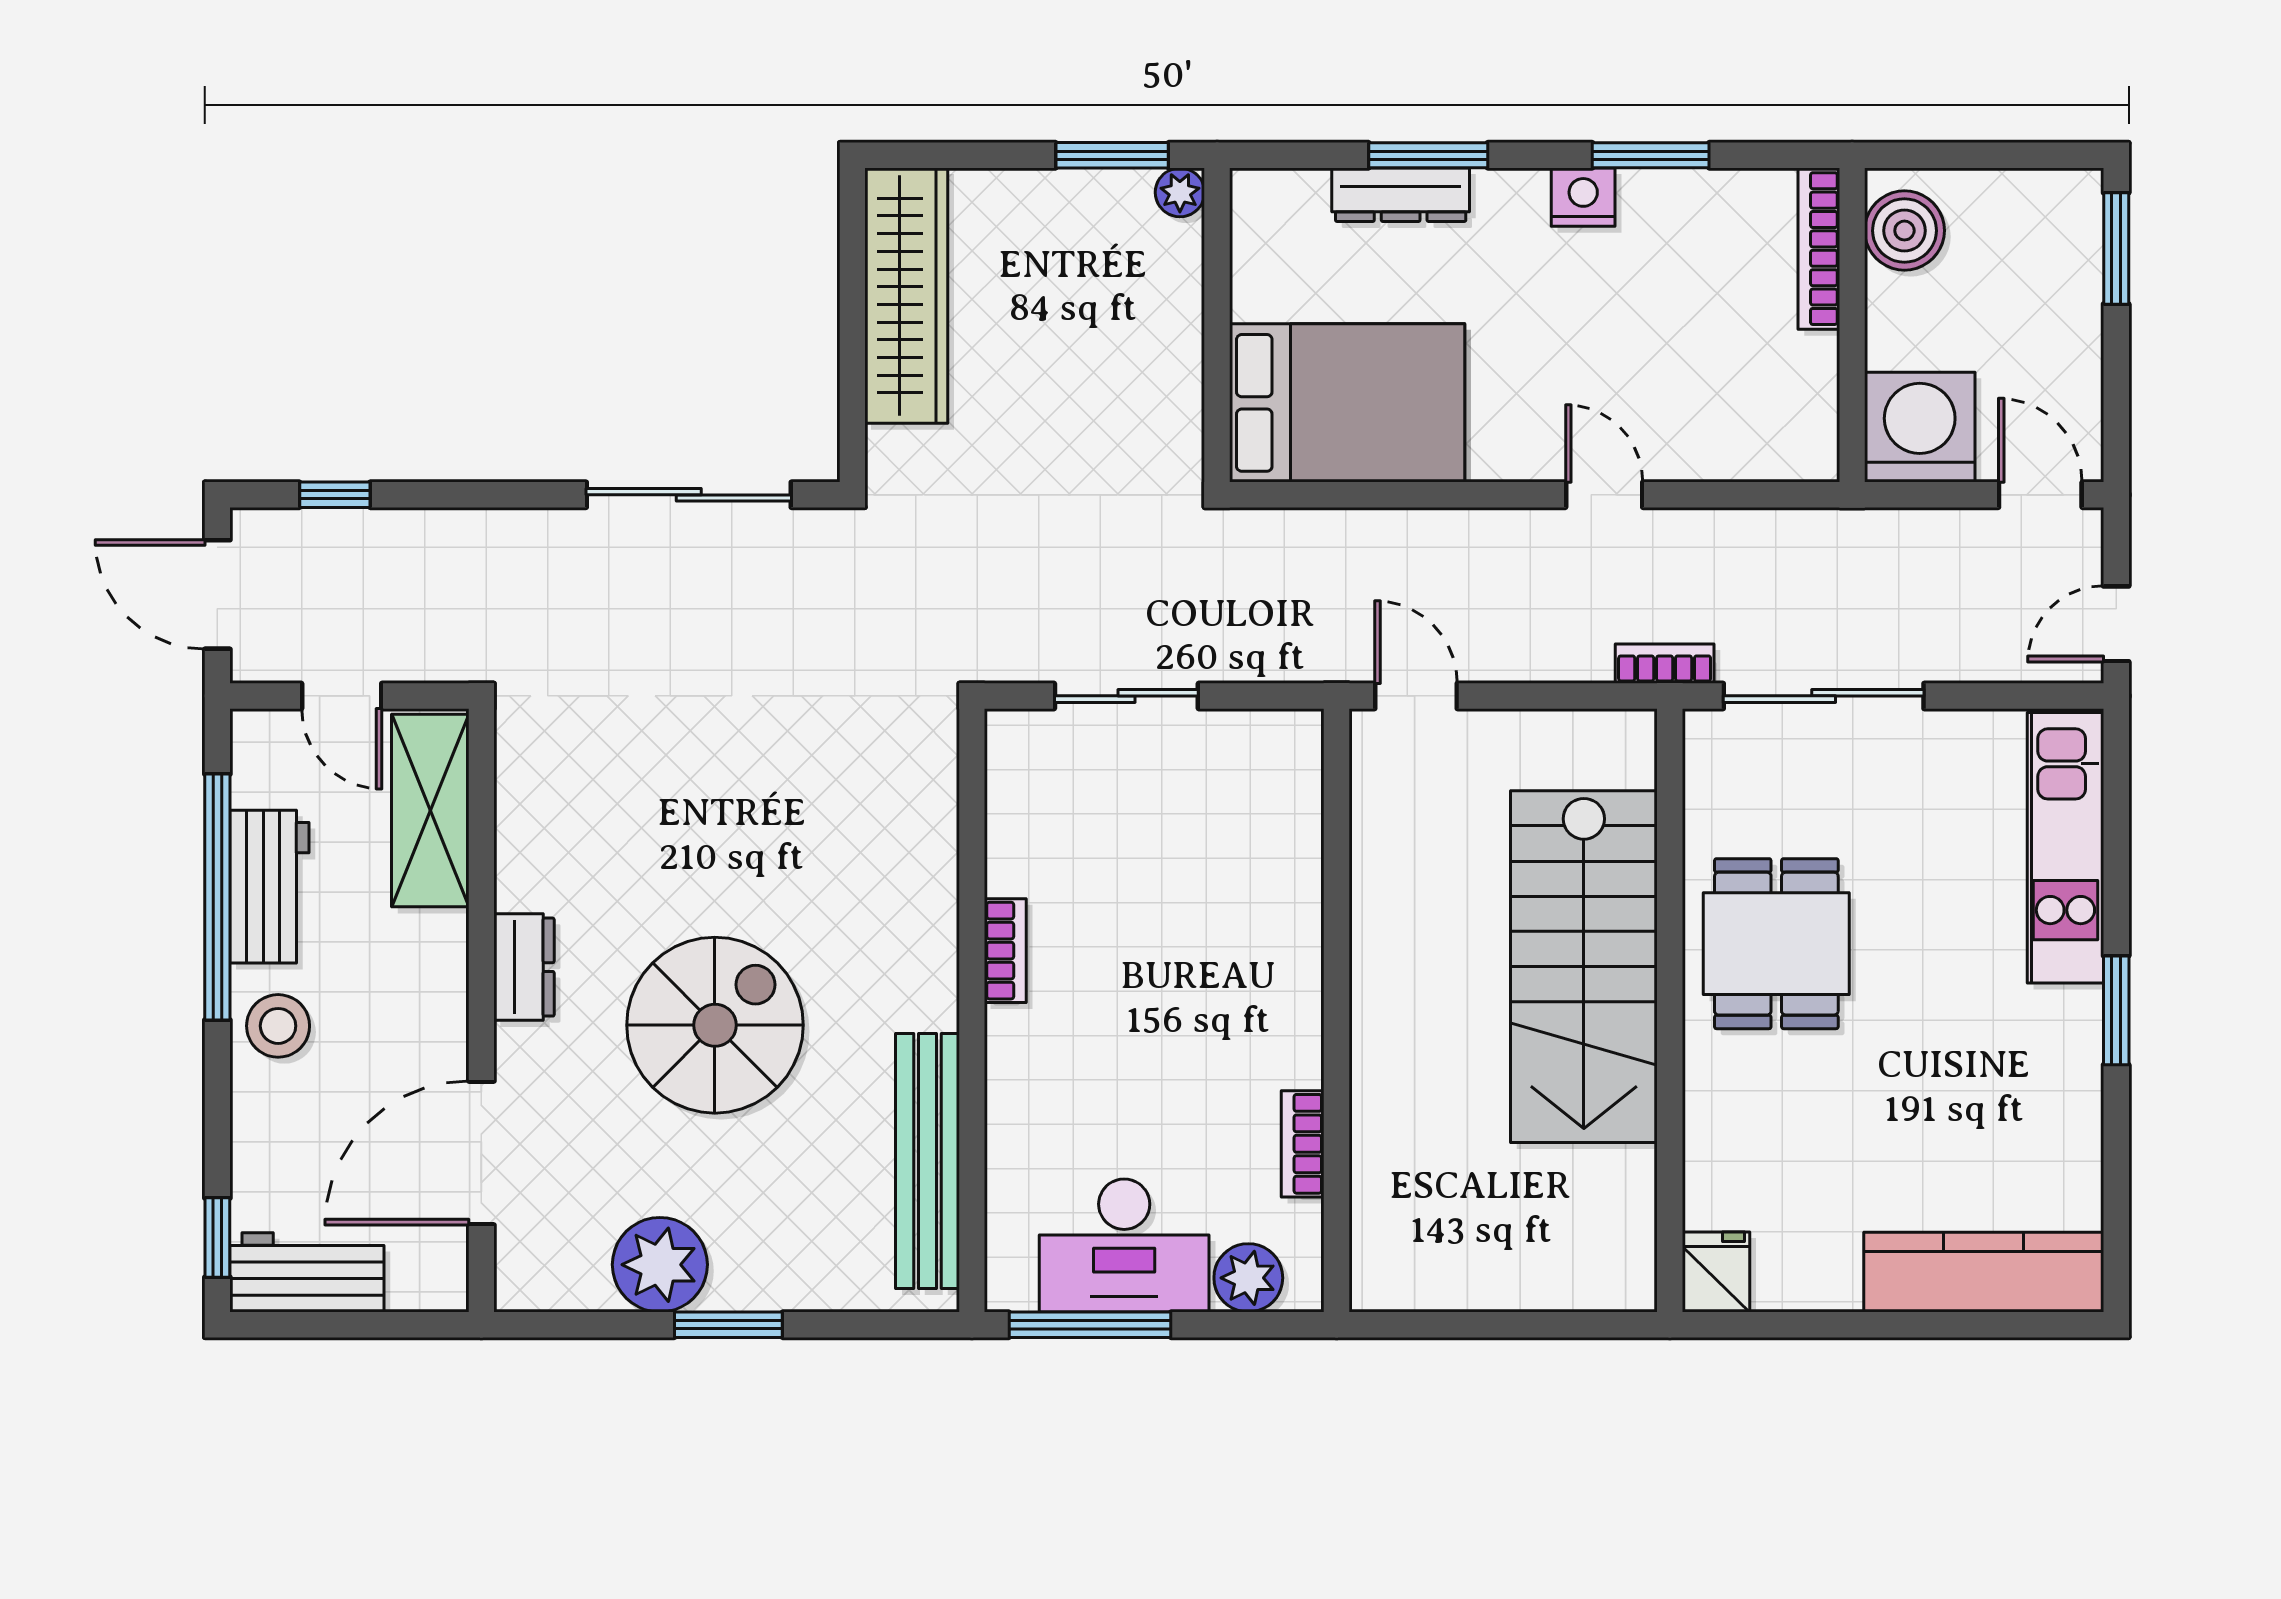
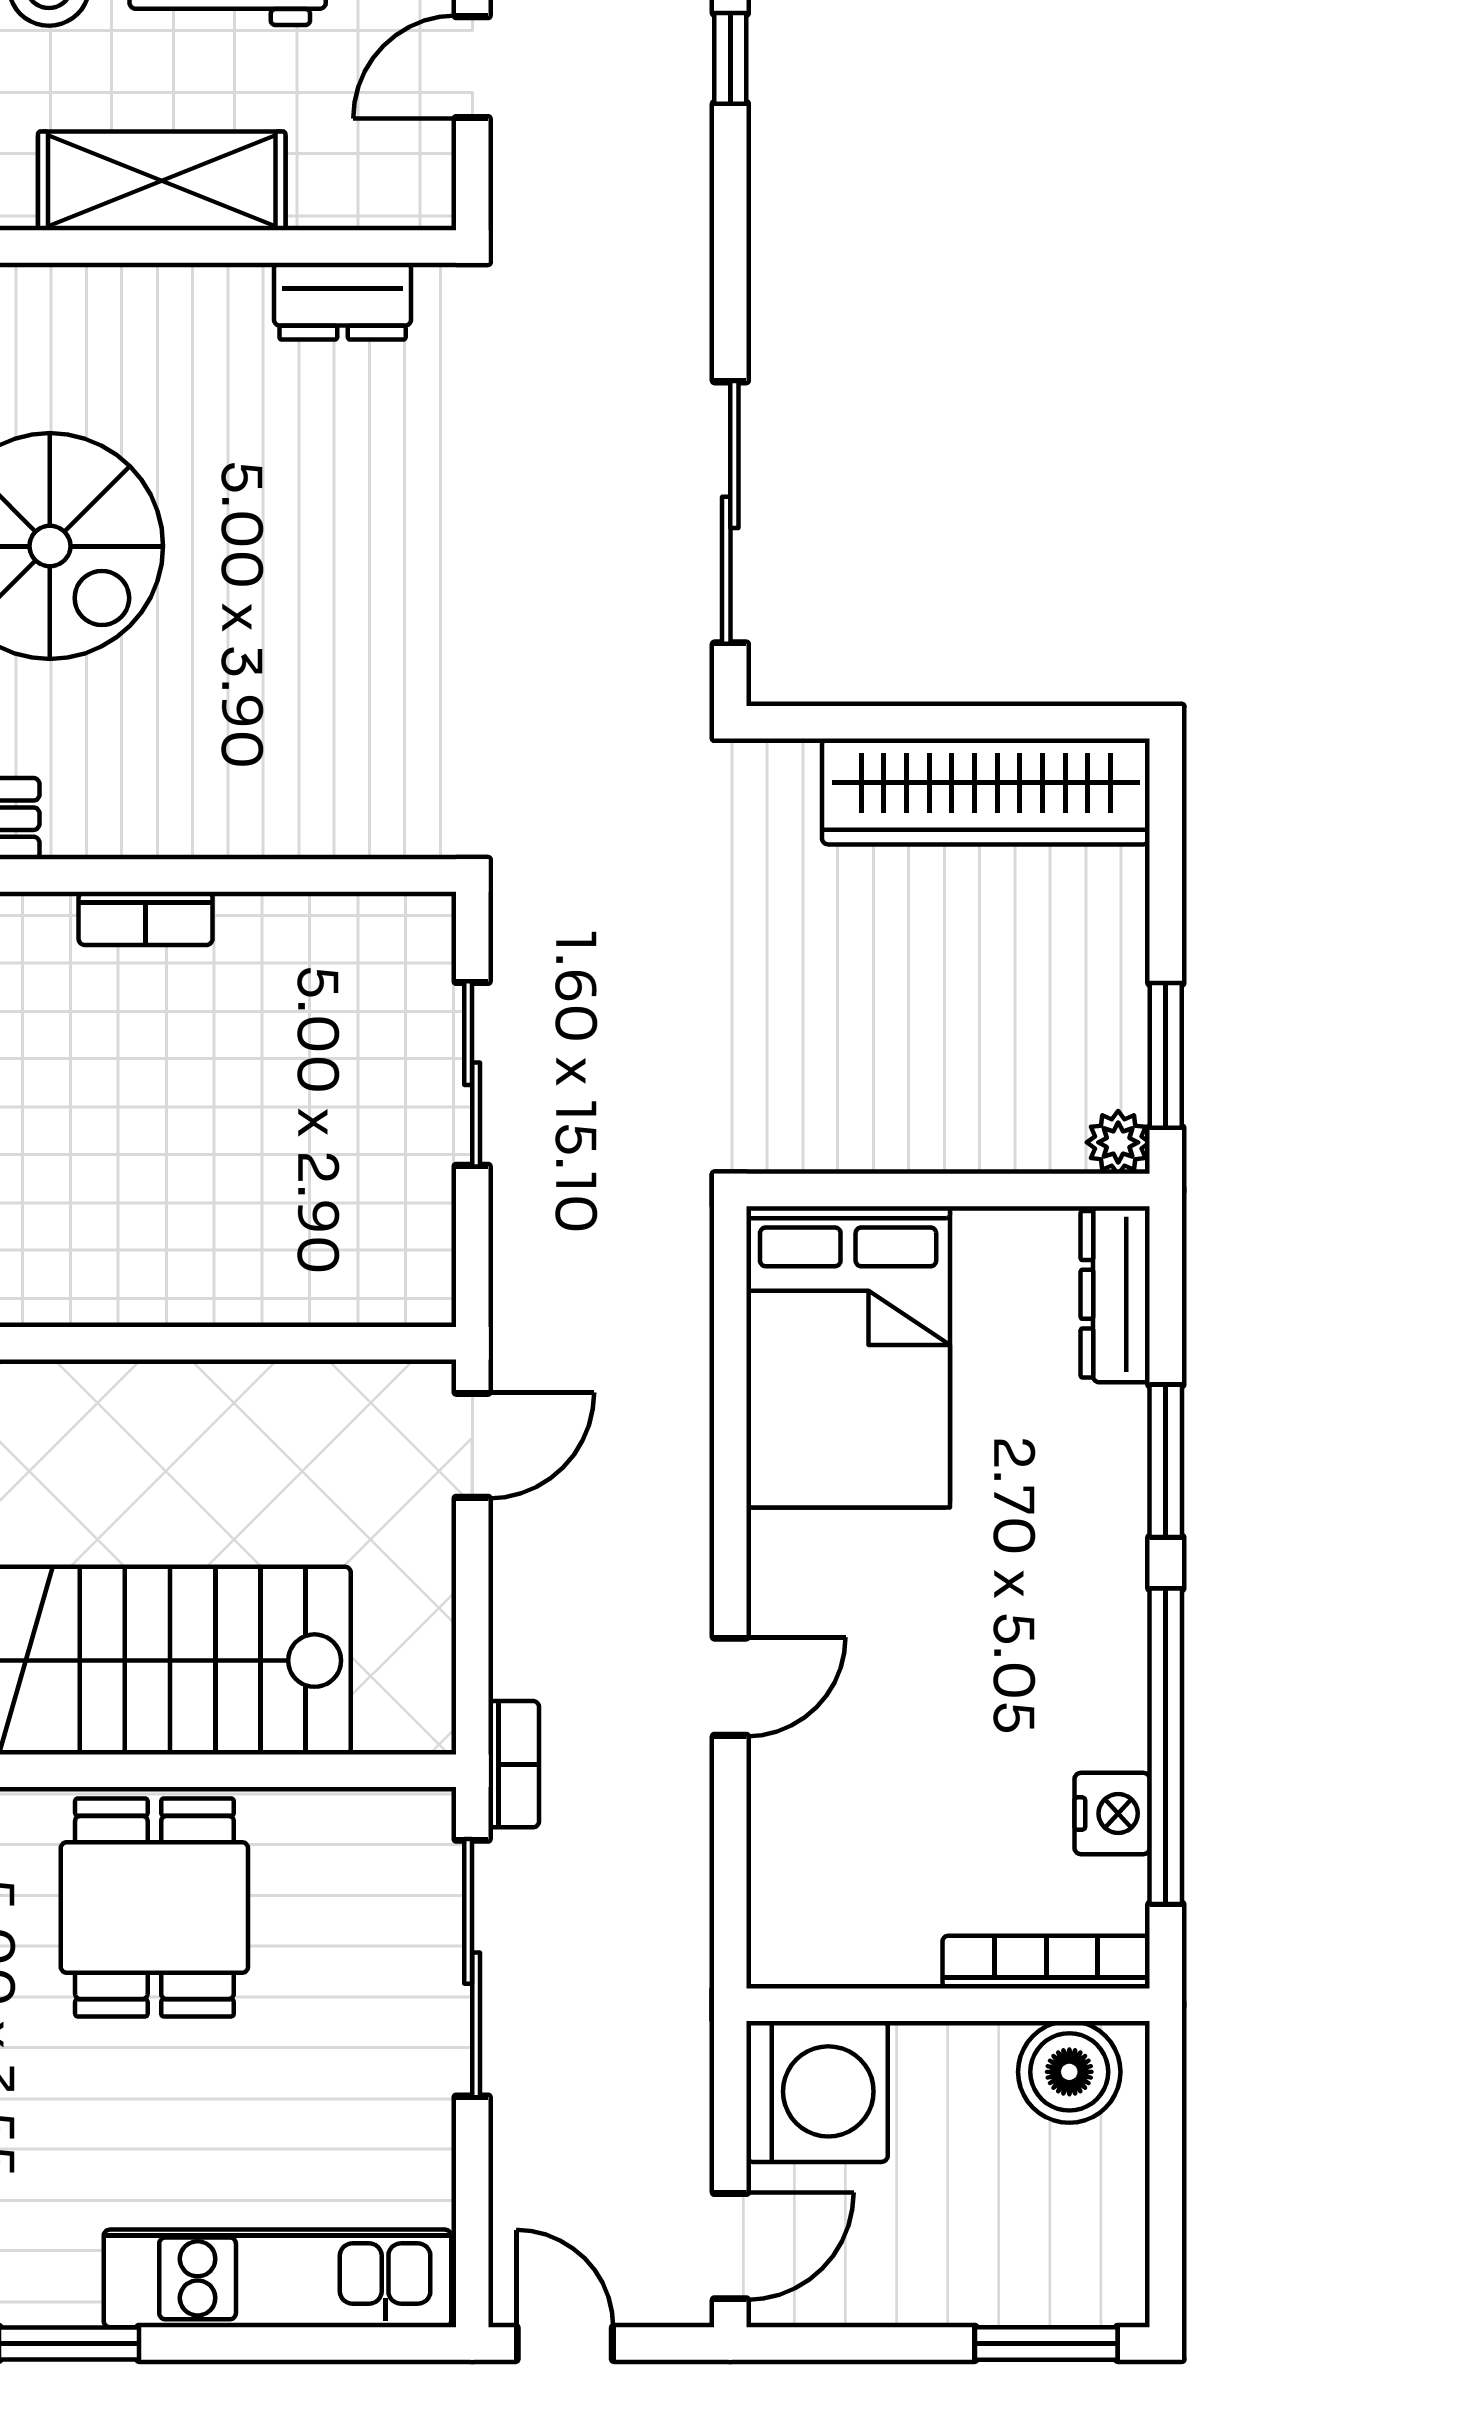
window: (1651, 155) -> (1166, 1746), width x2.11
dresser: (1401, 195) -> (1115, 1294), moved
nightstand: (1583, 197) -> (1112, 1813), moved
shelving: (430, 811) -> (162, 181), moved
dining table: (1776, 944) -> (154, 1907), turned 90
dresser: (524, 967) -> (343, 301), moved

